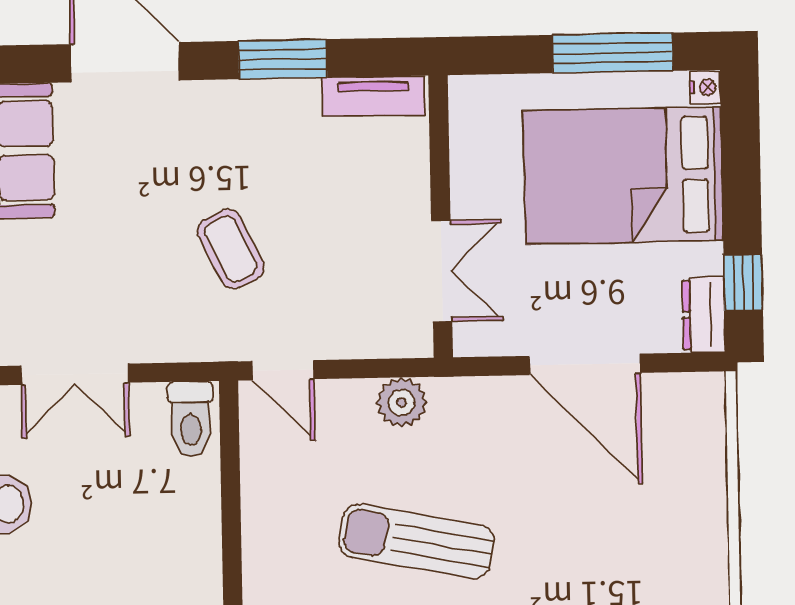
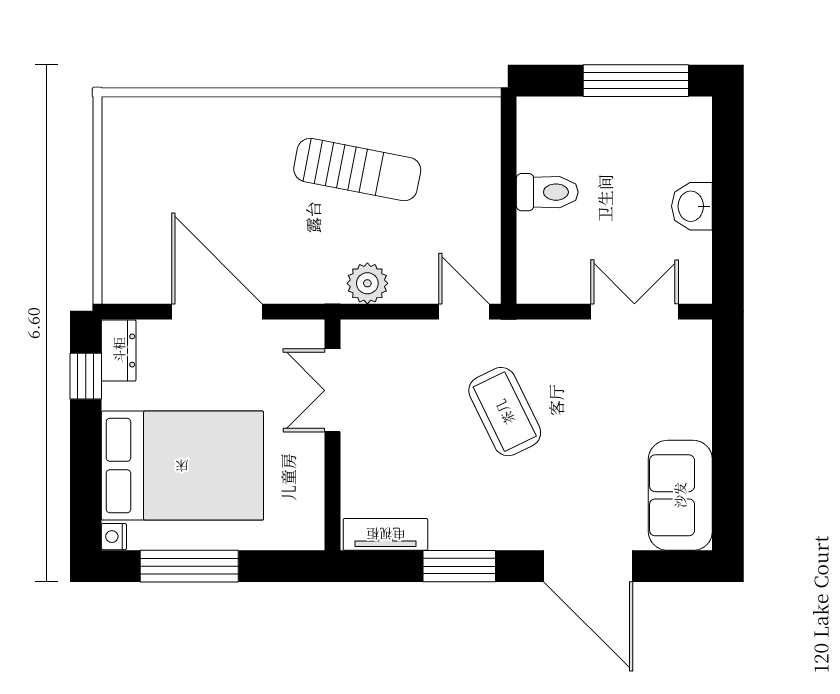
coffee table: (231, 249) -> (505, 412), width x1.36, depth x1.30
toilet: (191, 419) -> (547, 192), moved, turned 90

